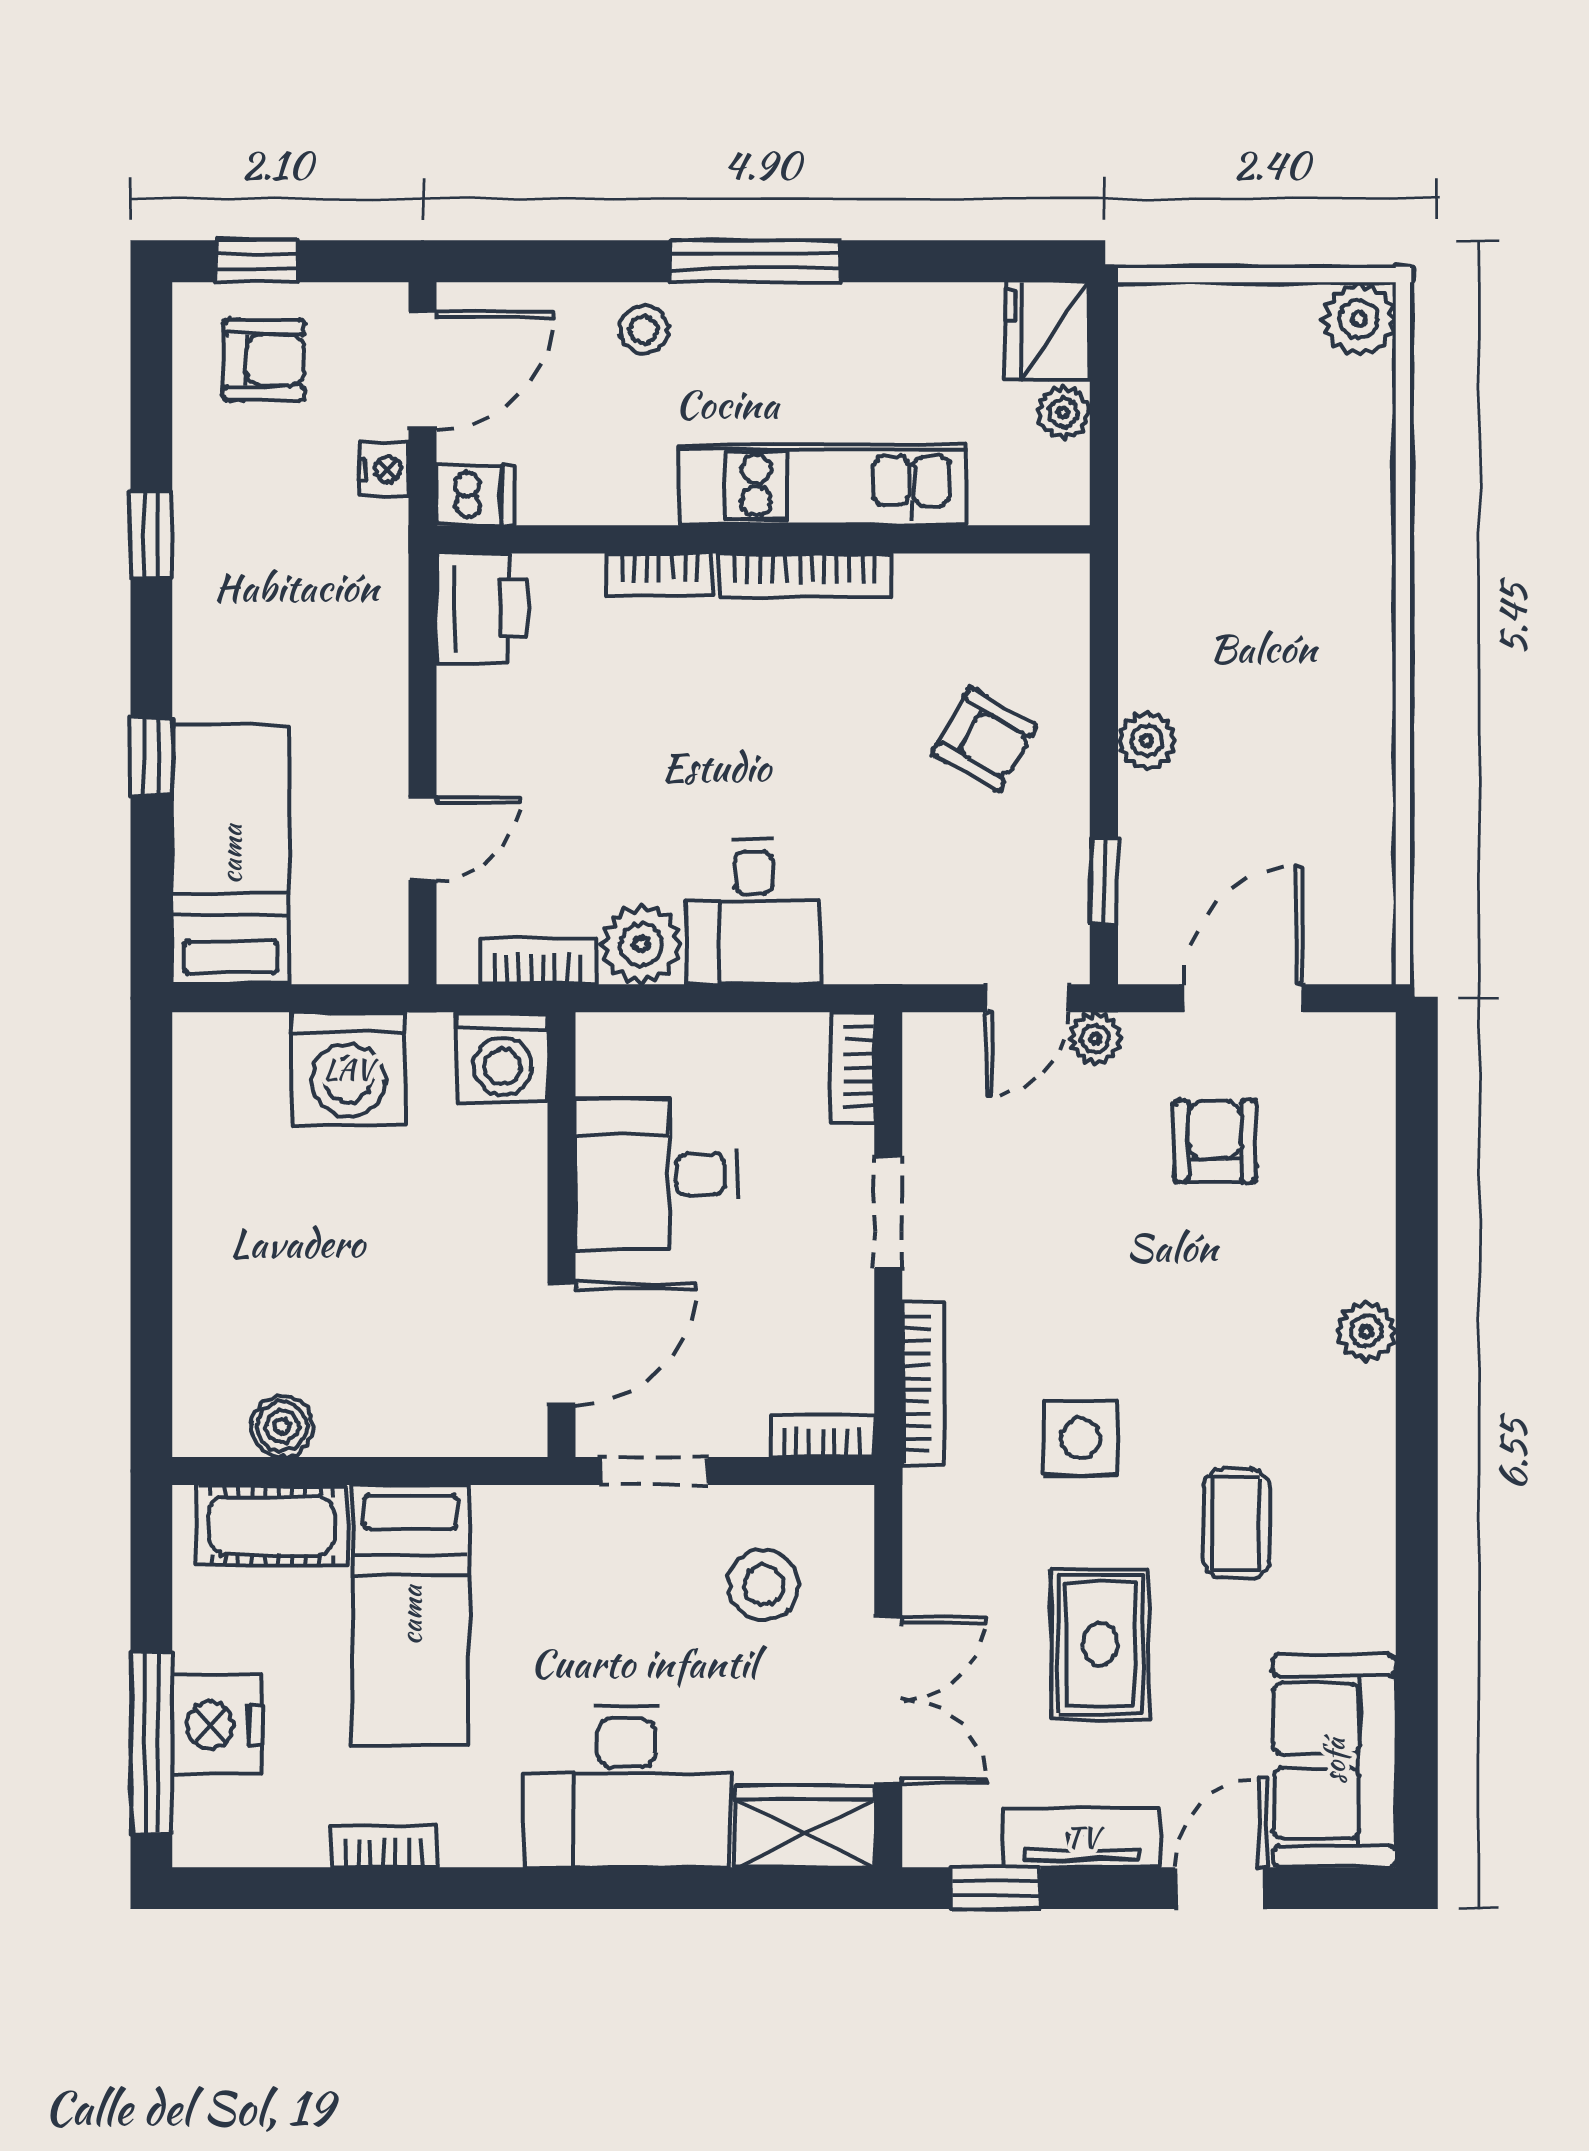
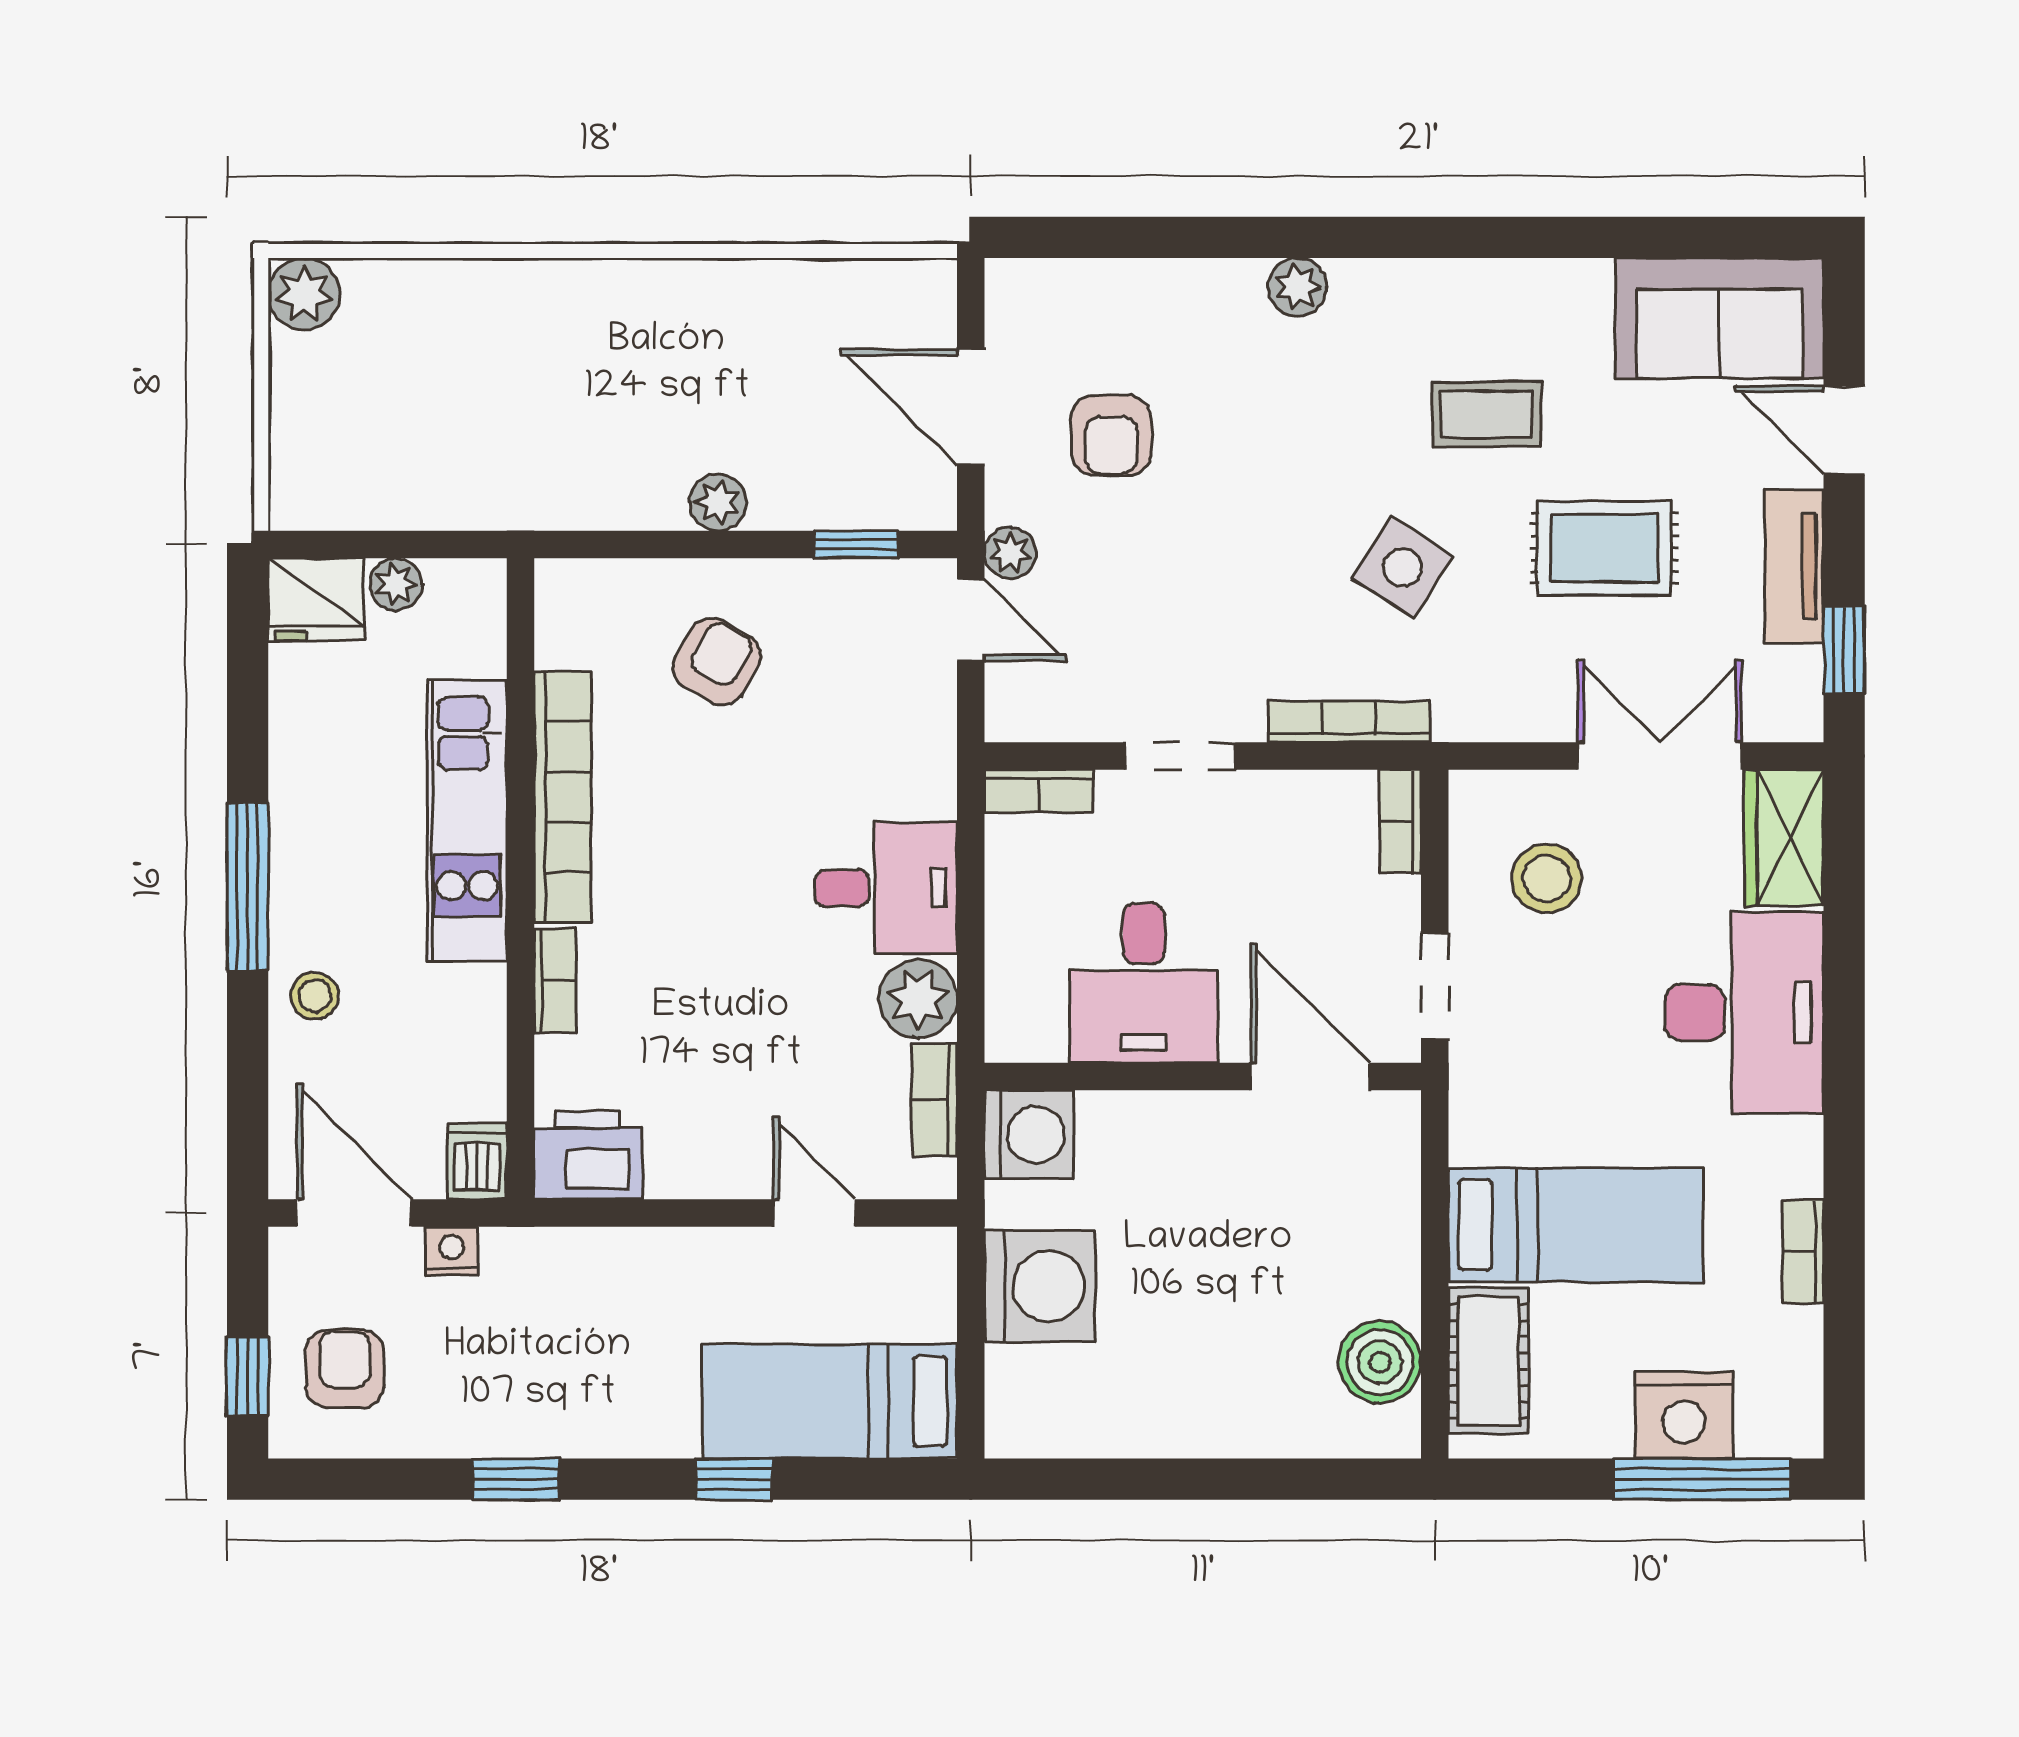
bookcase: (805, 575) -> (563, 797), width x1.48, depth x1.31
armchair: (1215, 1141) -> (1111, 435), turned -90
boiler: (282, 1426) -> (1380, 1362), width x1.36, depth x1.36
side table: (1080, 1438) -> (1403, 567), turned 33

